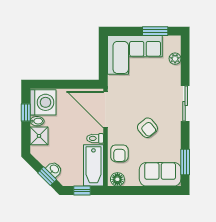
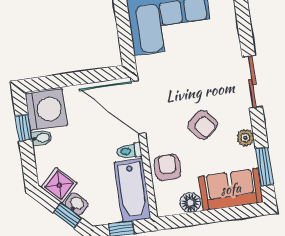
plant: (175, 59) -> (245, 138), moved
shower: (39, 136) -> (59, 185), moved, turned 45
armchair: (119, 153) -> (168, 168), turned 180
floor lamp: (117, 179) -> (190, 203), moved

